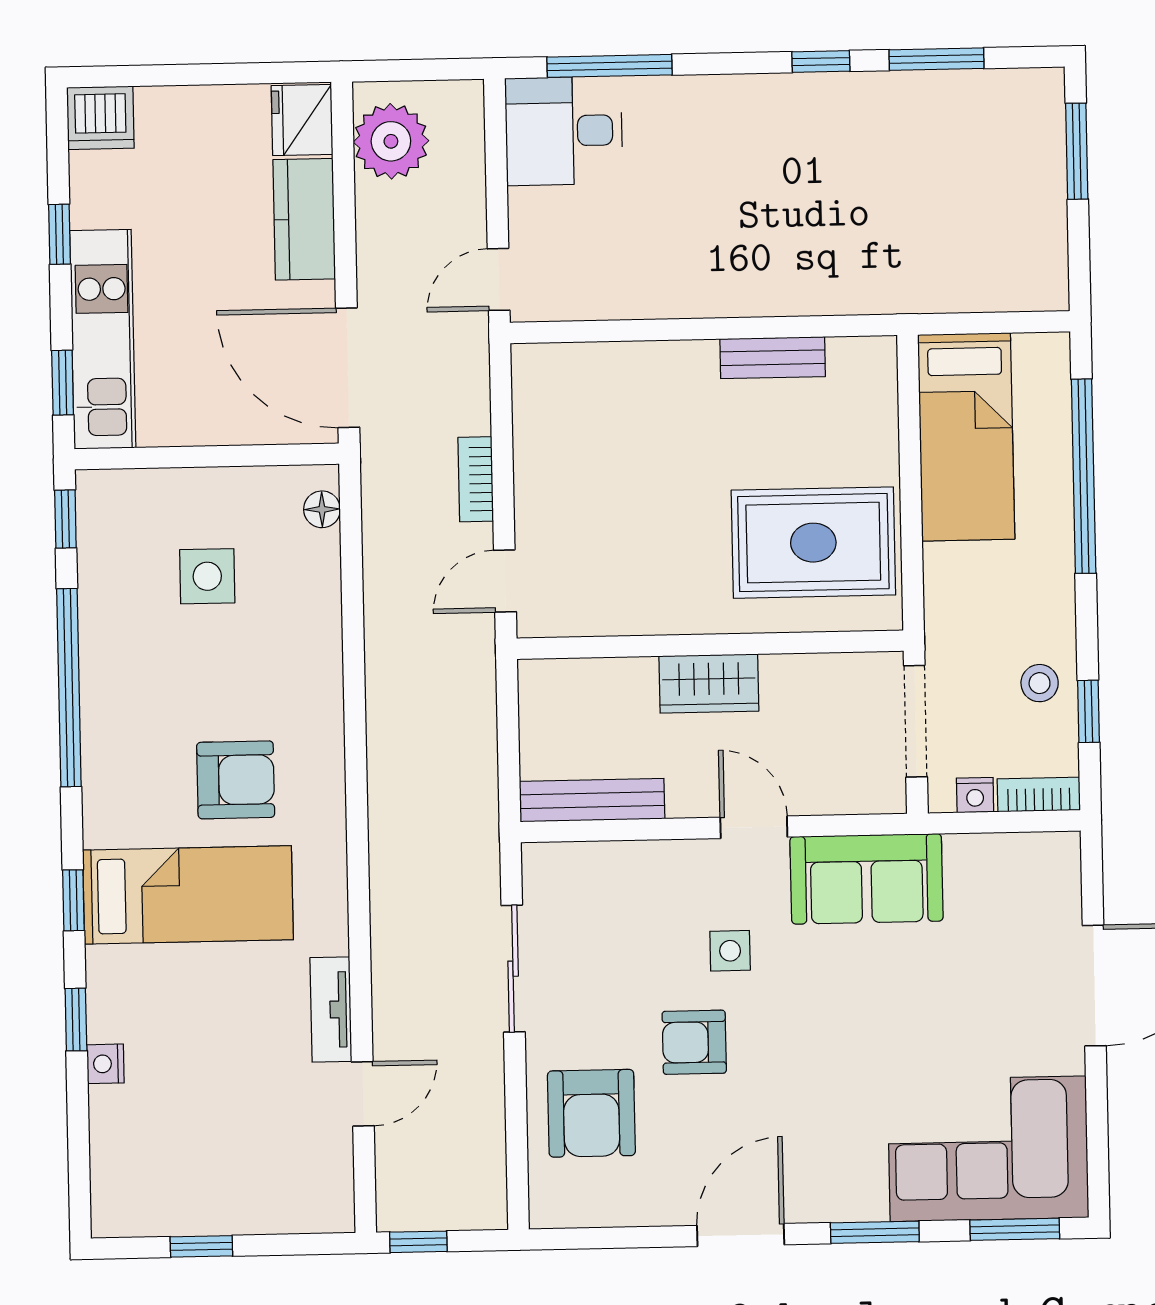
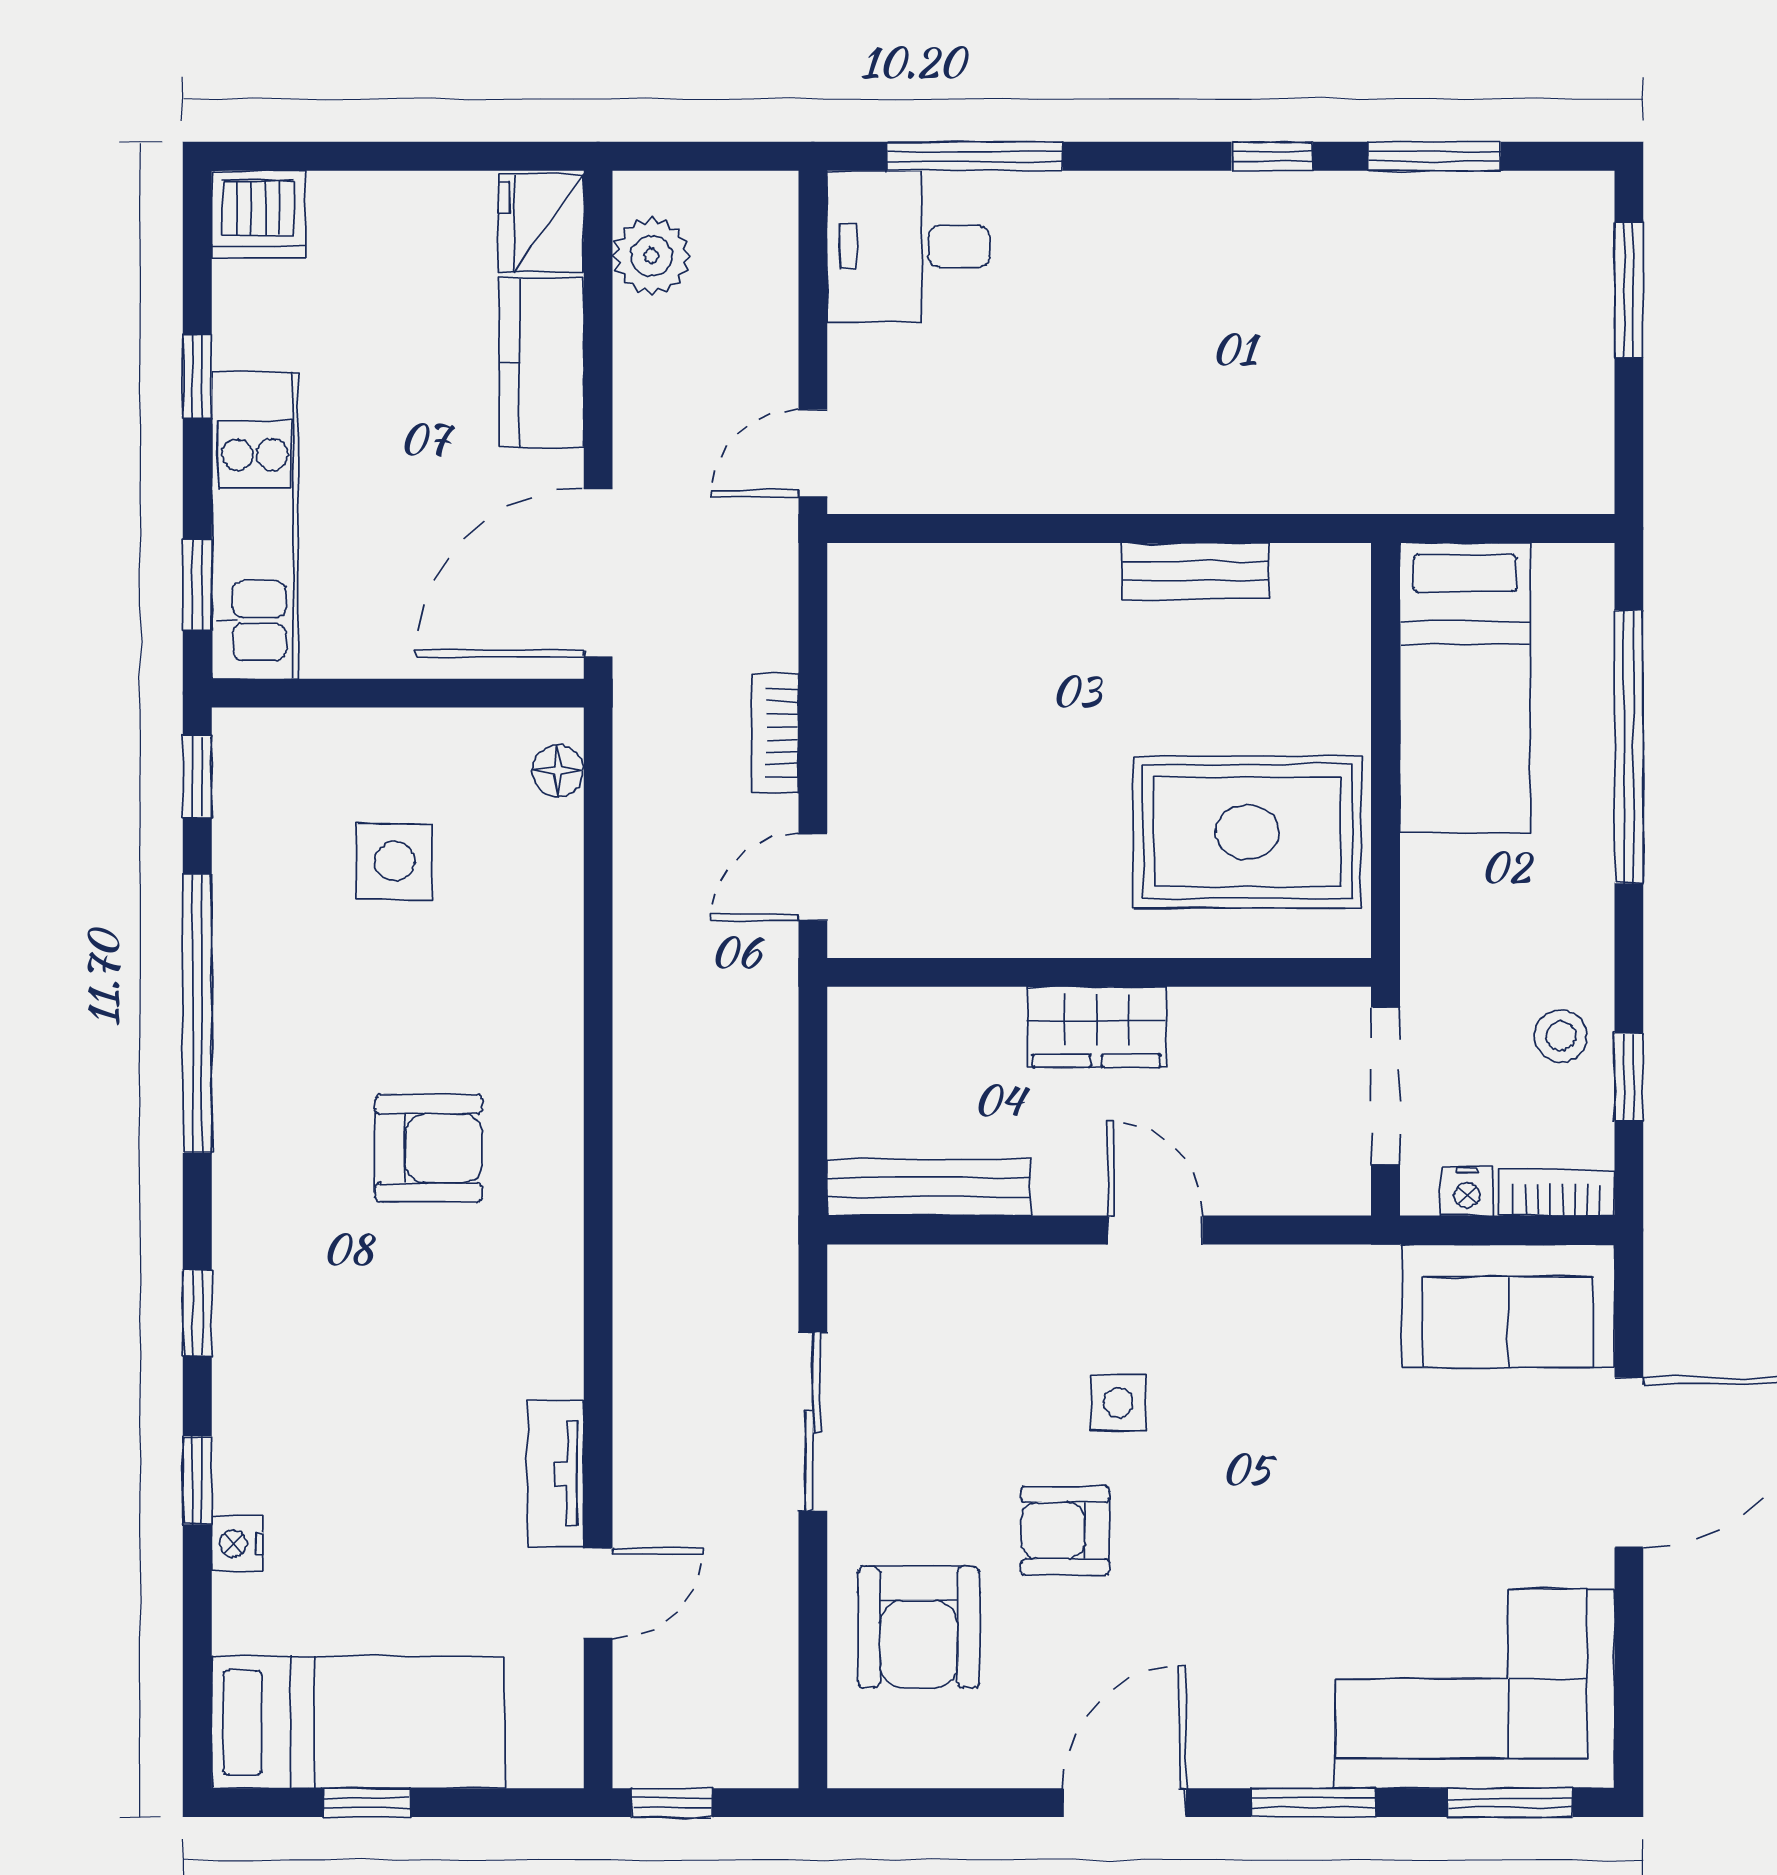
plant: (391, 141) -> (651, 256), width x0.73, depth x0.73
door: (348, 368) -> (598, 573), hinge flipped
sofa: (867, 879) -> (1508, 1306), moved
bed: (188, 895) -> (358, 1722), moved

